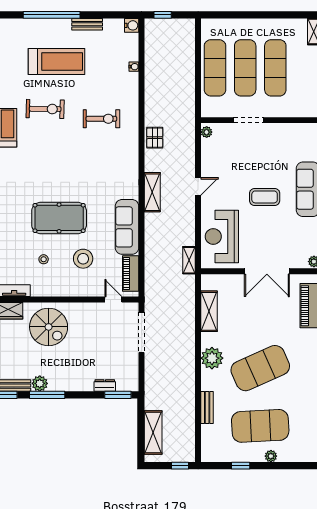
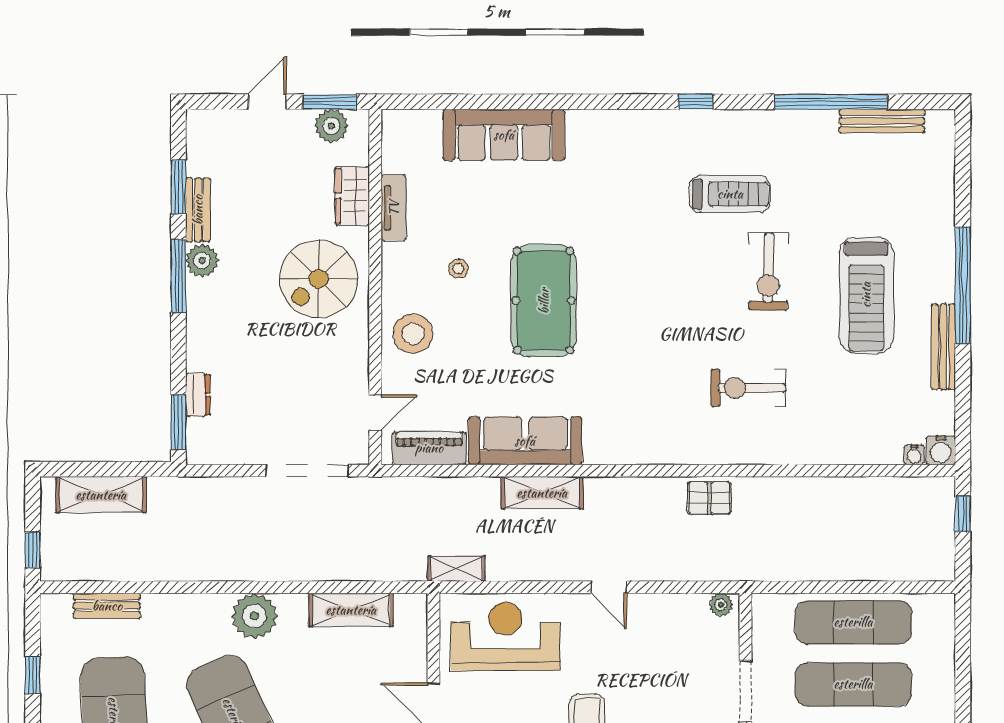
bench: (87, 24) -> (943, 347), width x1.36
water cooler: (134, 67) -> (914, 455), moved
exercise bike: (101, 119) -> (748, 388), turned 90
shelving: (152, 192) -> (542, 493), moved
stool: (83, 259) -> (413, 334), moved
bench: (207, 407) -> (107, 606), moved

